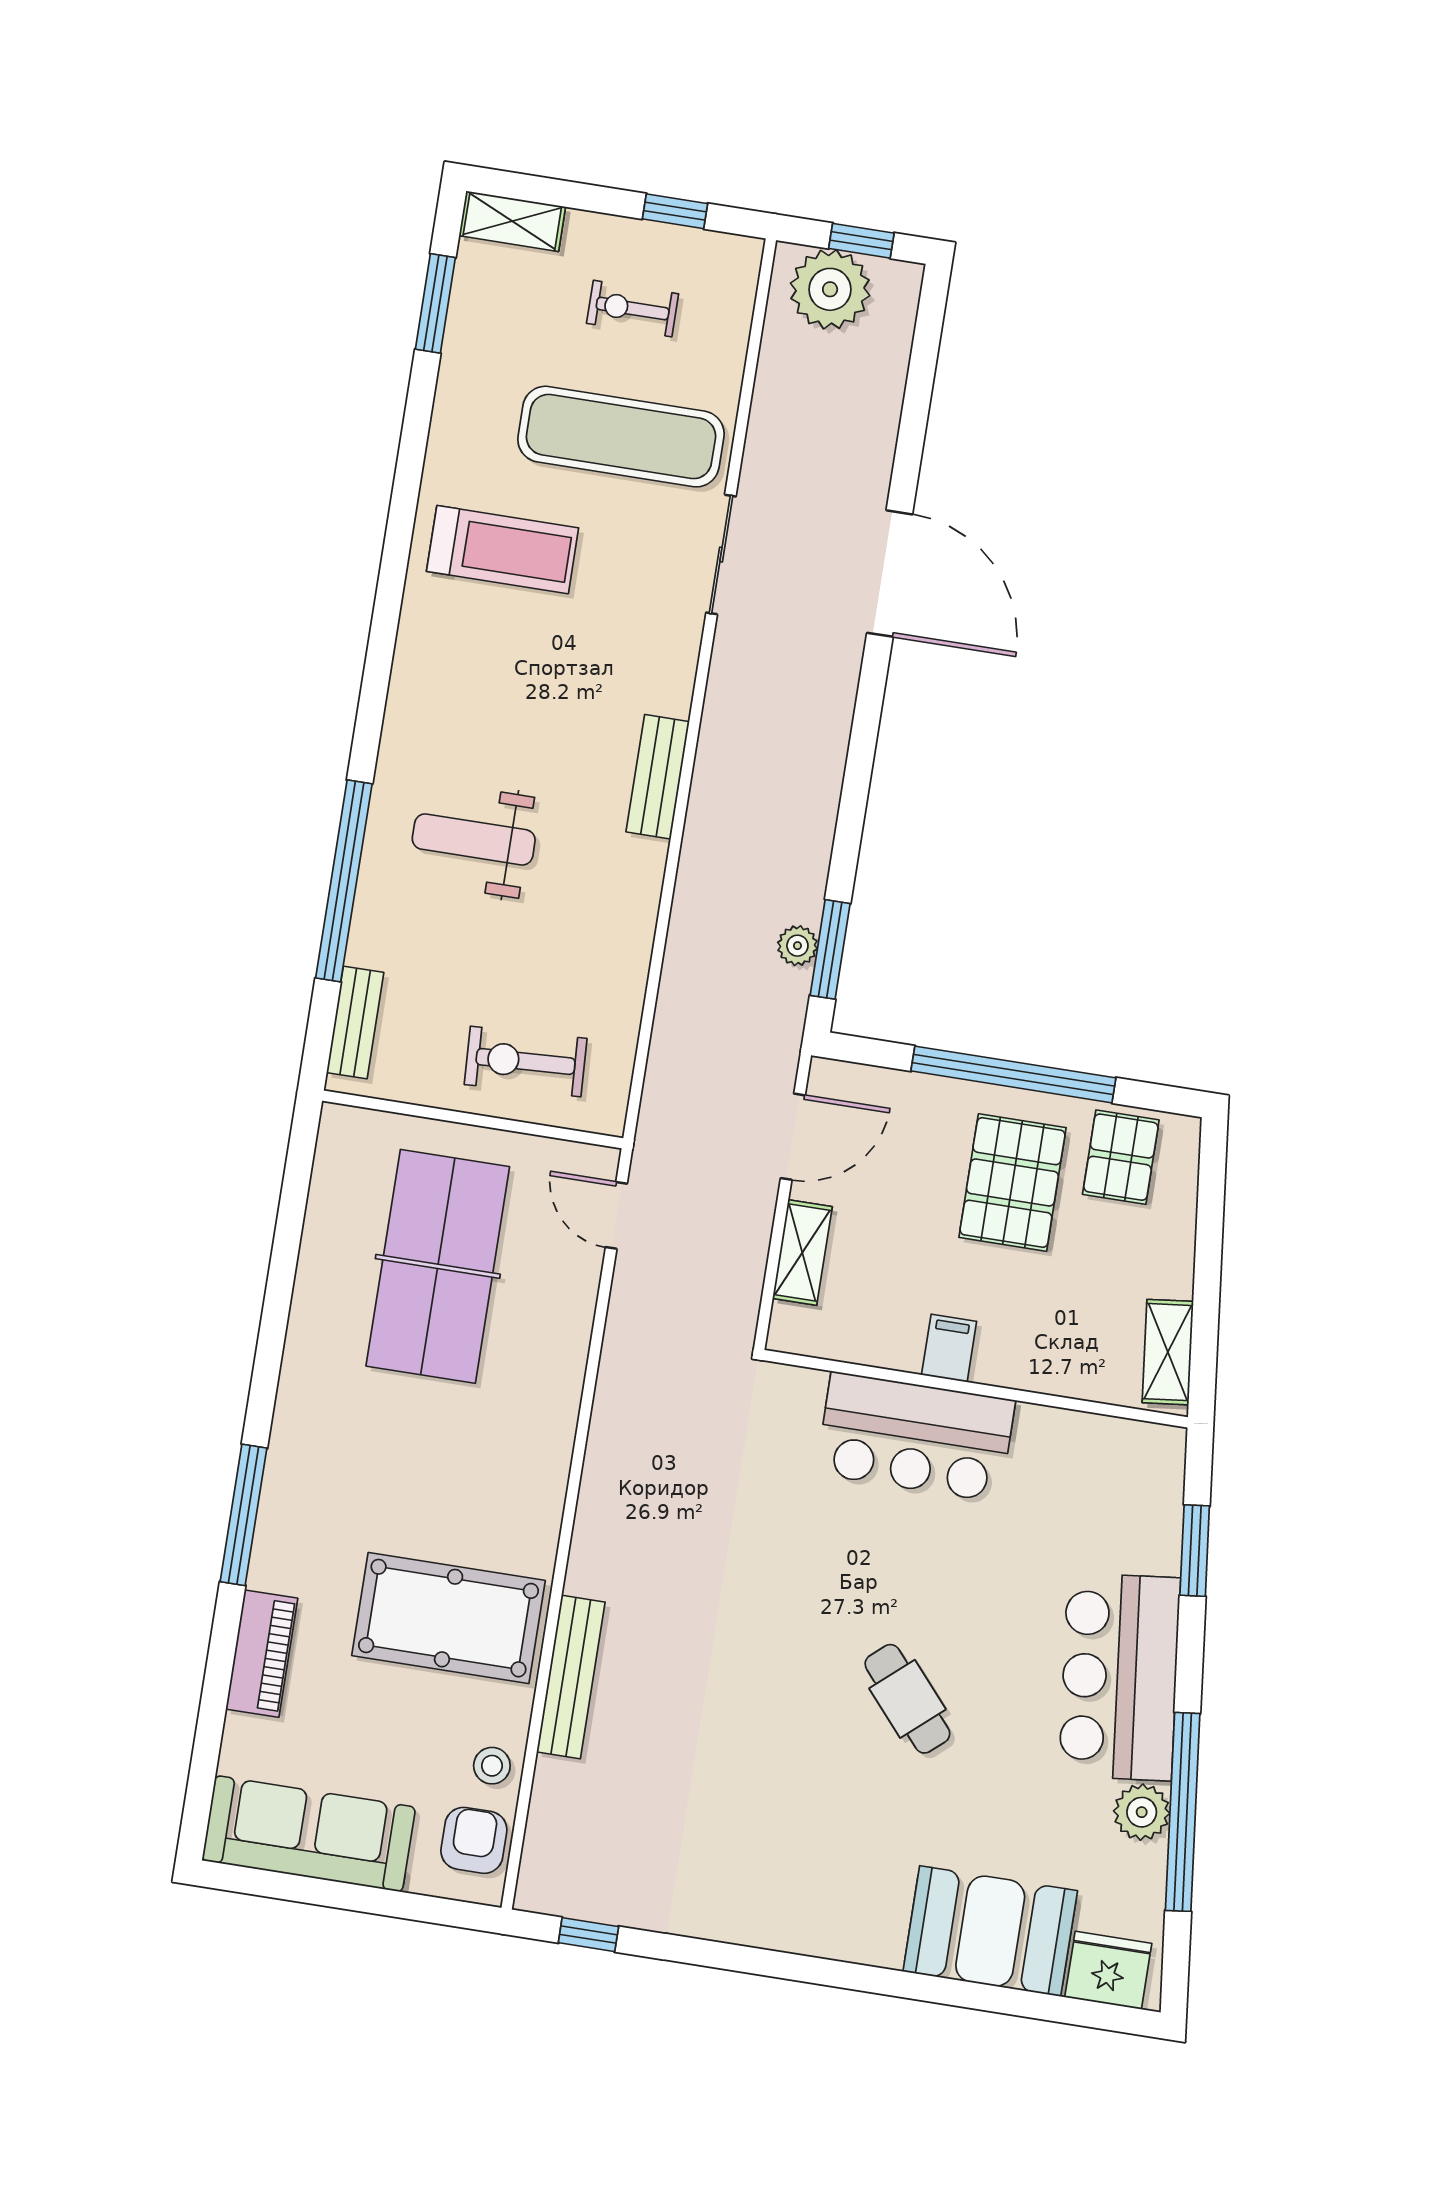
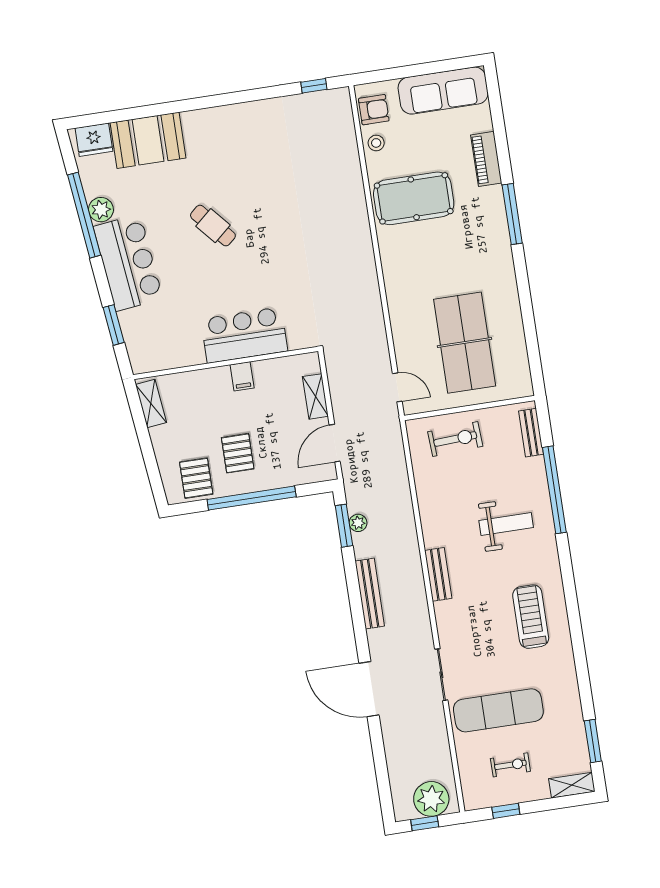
treadmill: (503, 550) -> (531, 617), moved, turned 90
pallet: (1012, 1182) -> (238, 453), width x0.67, depth x0.71
bench: (571, 1677) -> (370, 594), moved
armchair: (474, 1840) -> (374, 110), turned -90

